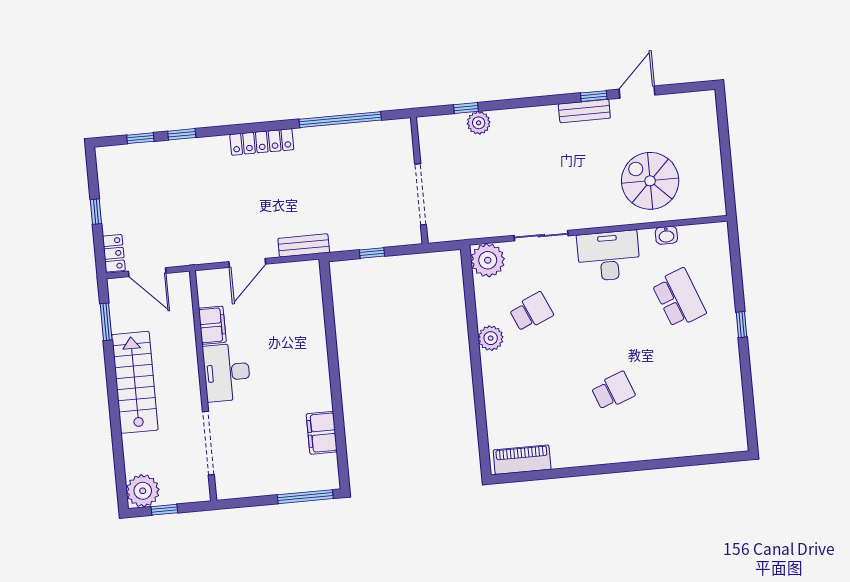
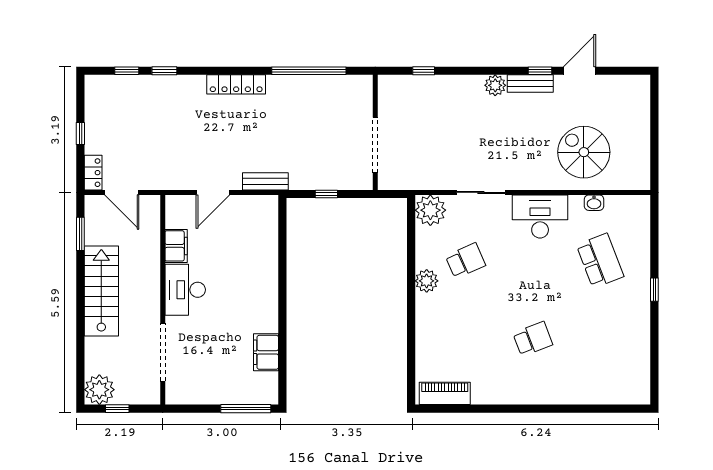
plant: (479, 123) -> (495, 85), moved

